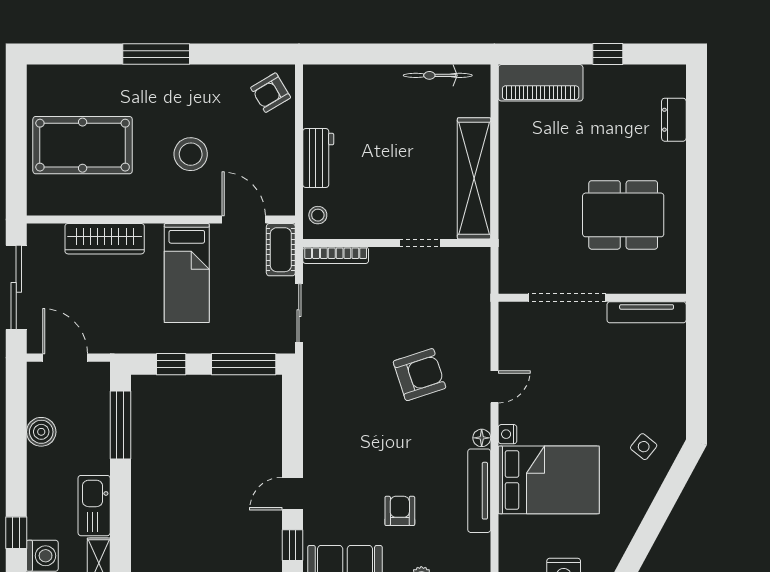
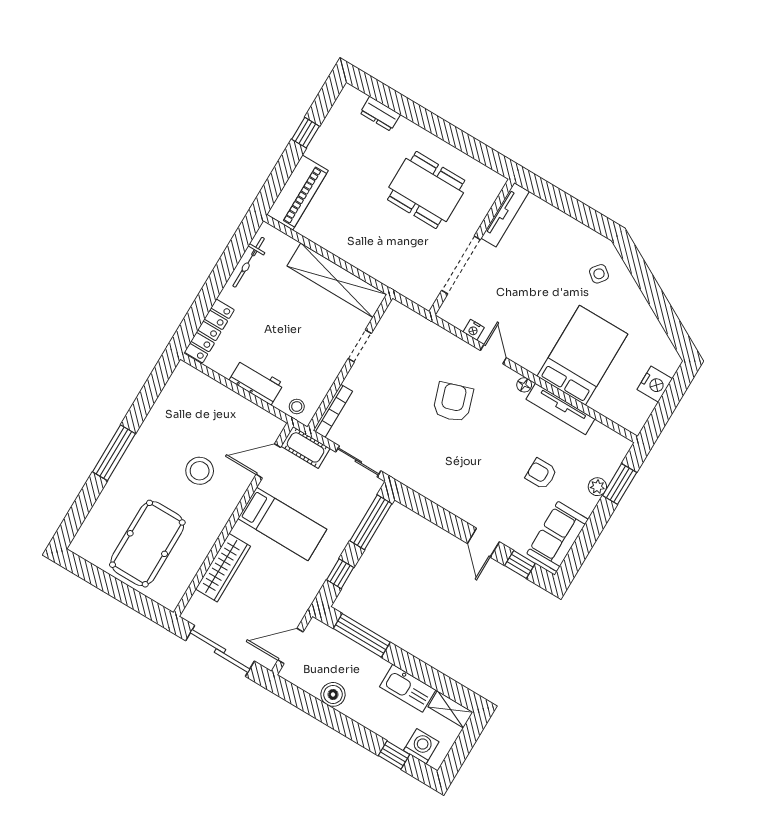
locker: (342, 77) -> (209, 331), added
armchair: (271, 93) -> (190, 388), removed
dining table: (623, 215) -> (426, 190), turned 90
nightstand: (508, 434) -> (474, 330), moved

